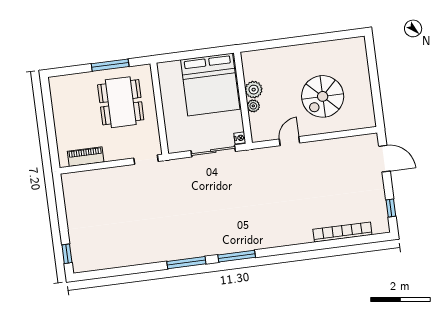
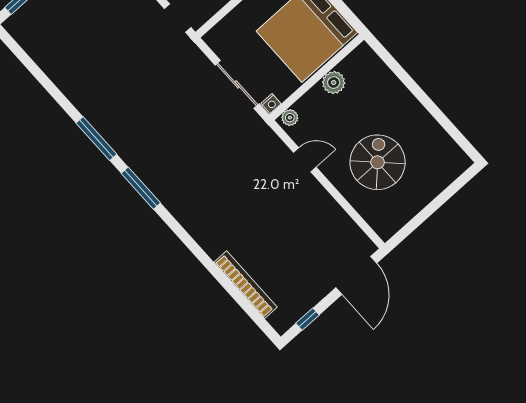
spiral stairs: (323, 96) -> (378, 162), turned 90
plant: (253, 106) -> (290, 118), moved
door: (384, 159) -> (356, 275), width x1.36

